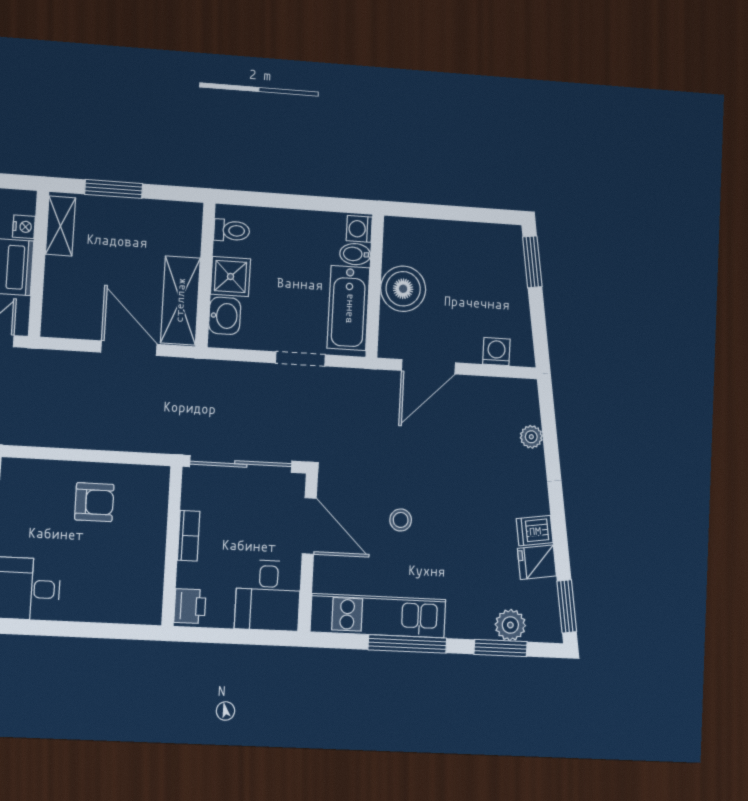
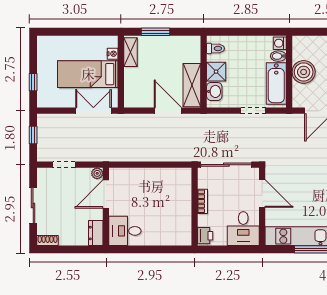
armchair: (94, 502) -> (155, 187), removed
stool: (401, 520) -> (308, 188), removed

